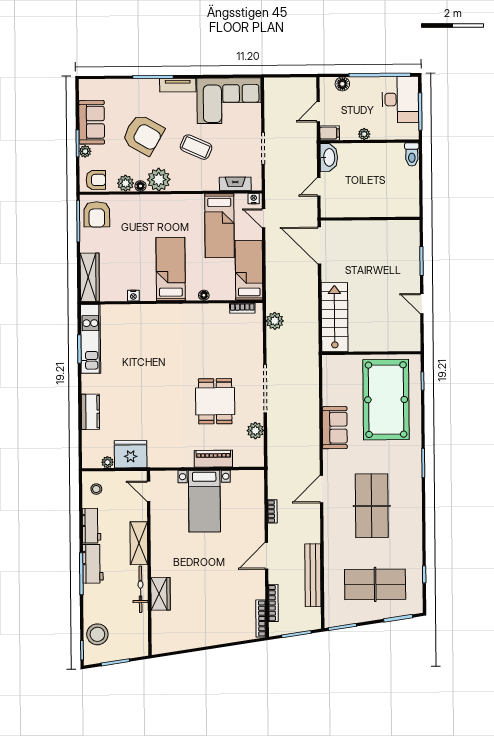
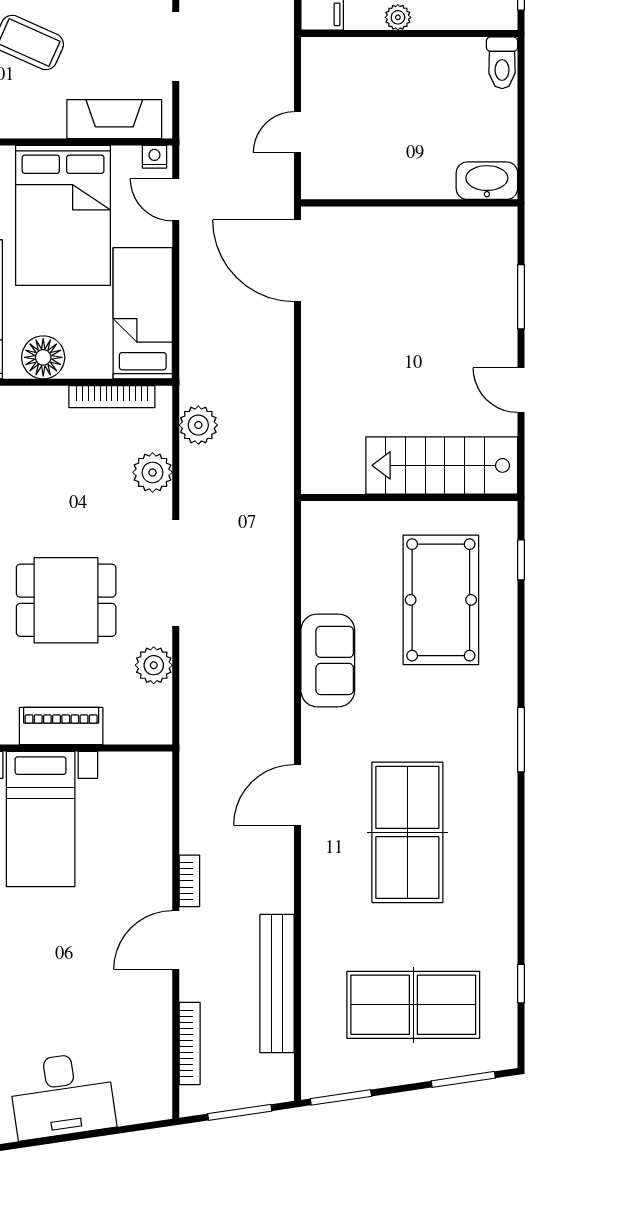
washbasin: (329, 157) -> (487, 181), moved, turned -90
fireplace: (235, 184) -> (114, 119), width x1.37, depth x1.32
bed: (219, 226) -> (63, 215), width x1.50
floor lamp: (204, 295) -> (43, 357), width x1.89, depth x1.89
bookcase: (242, 308) -> (112, 397), width x1.56
stairs: (335, 317) -> (442, 465), moved, turned -90
plant: (254, 343) -> (153, 472), added
pool table: (386, 400) -> (441, 600), width x0.73, depth x0.76
dining table: (215, 401) -> (66, 600), turned 90
bookcase: (272, 511) -> (189, 881), moved
bookcase: (261, 618) -> (162, 1077), removed
desk: (215, 627) -> (62, 1095), added

